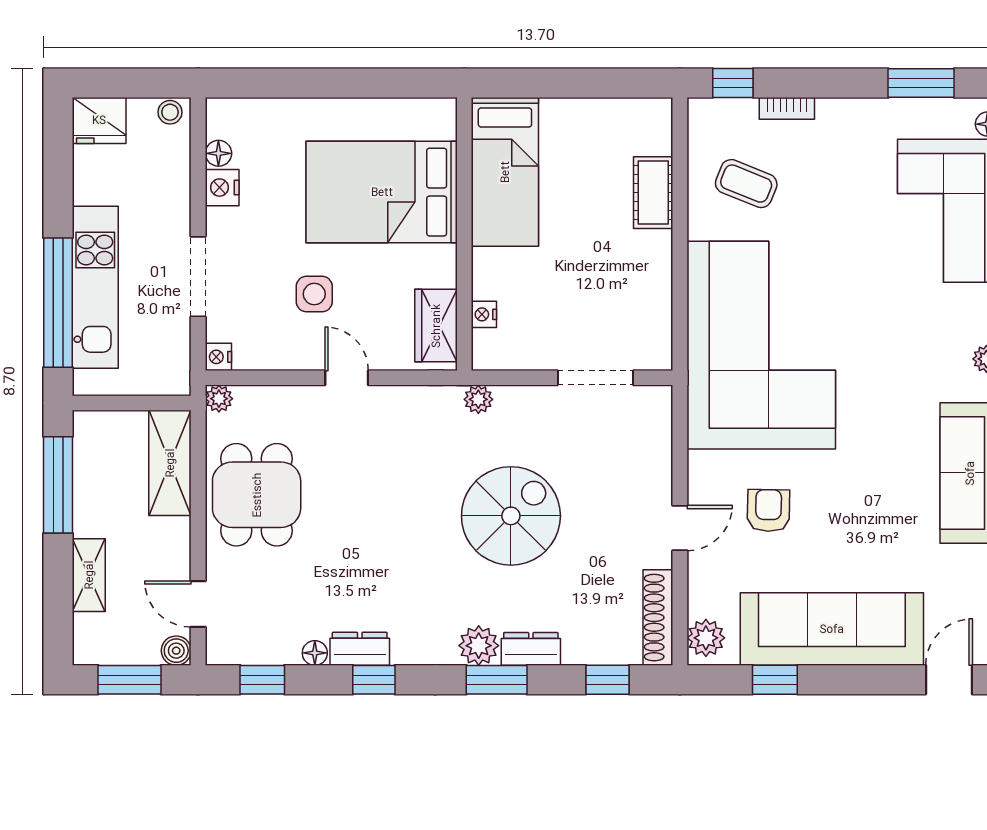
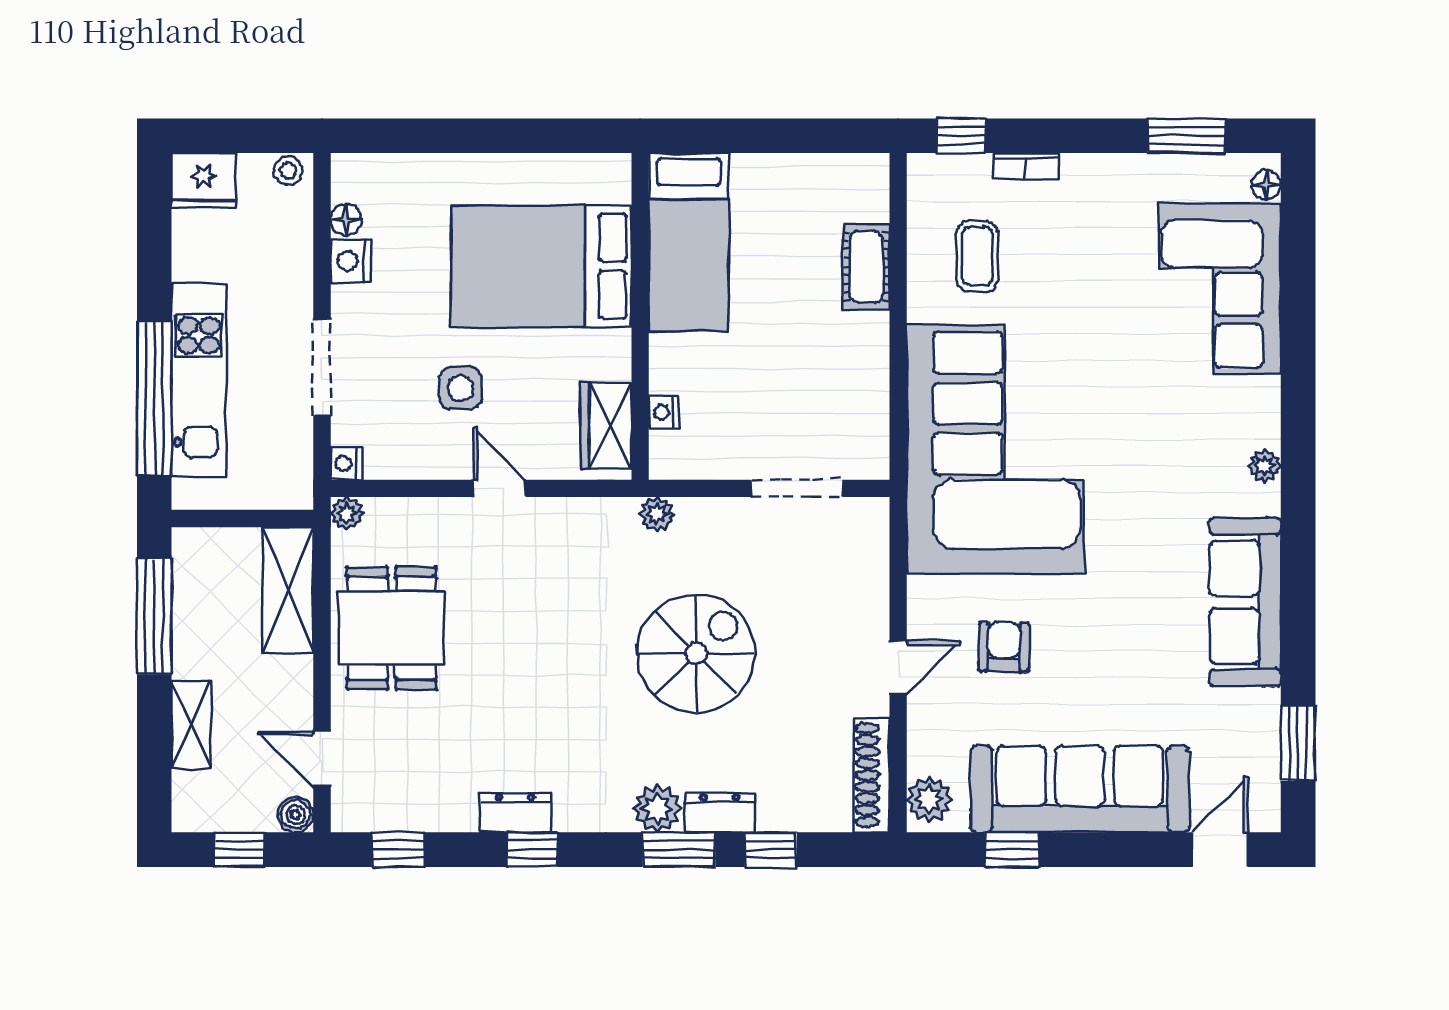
coffee table: (746, 184) -> (977, 256), turned 68
floor lamp: (315, 653) -> (461, 817), removed
window: (130, 680) -> (240, 850), width x0.67
window: (608, 680) -> (771, 850), moved

